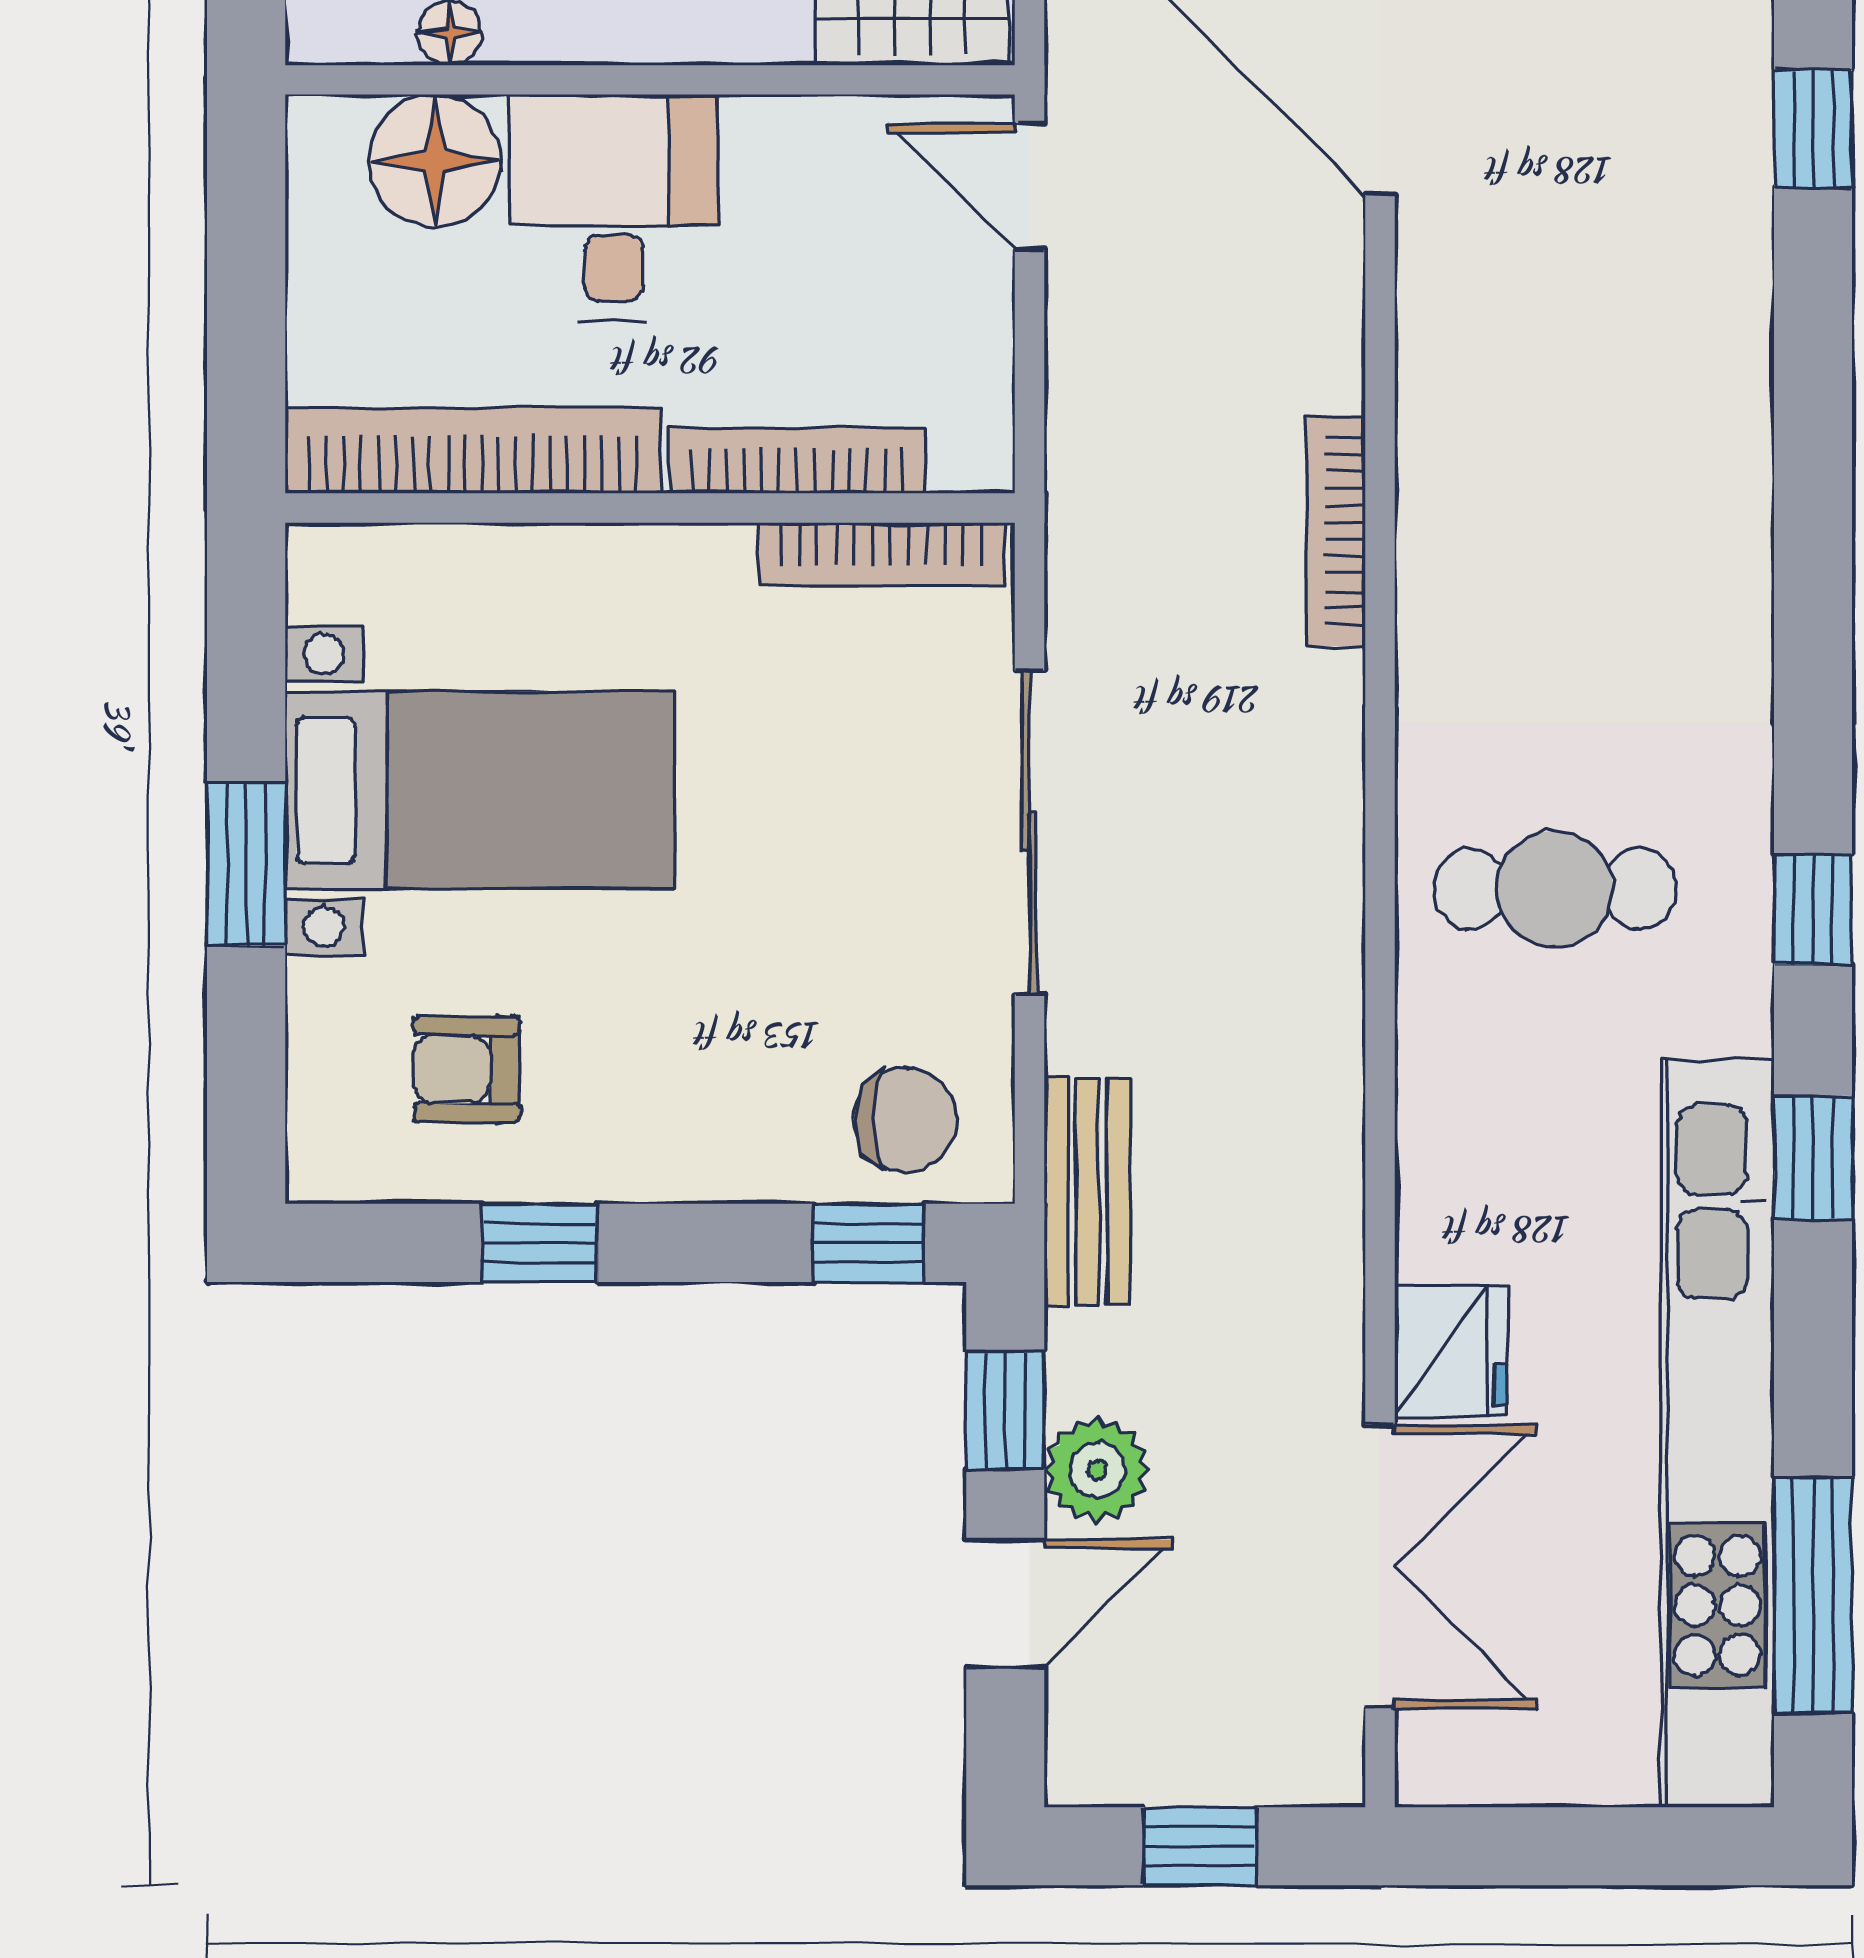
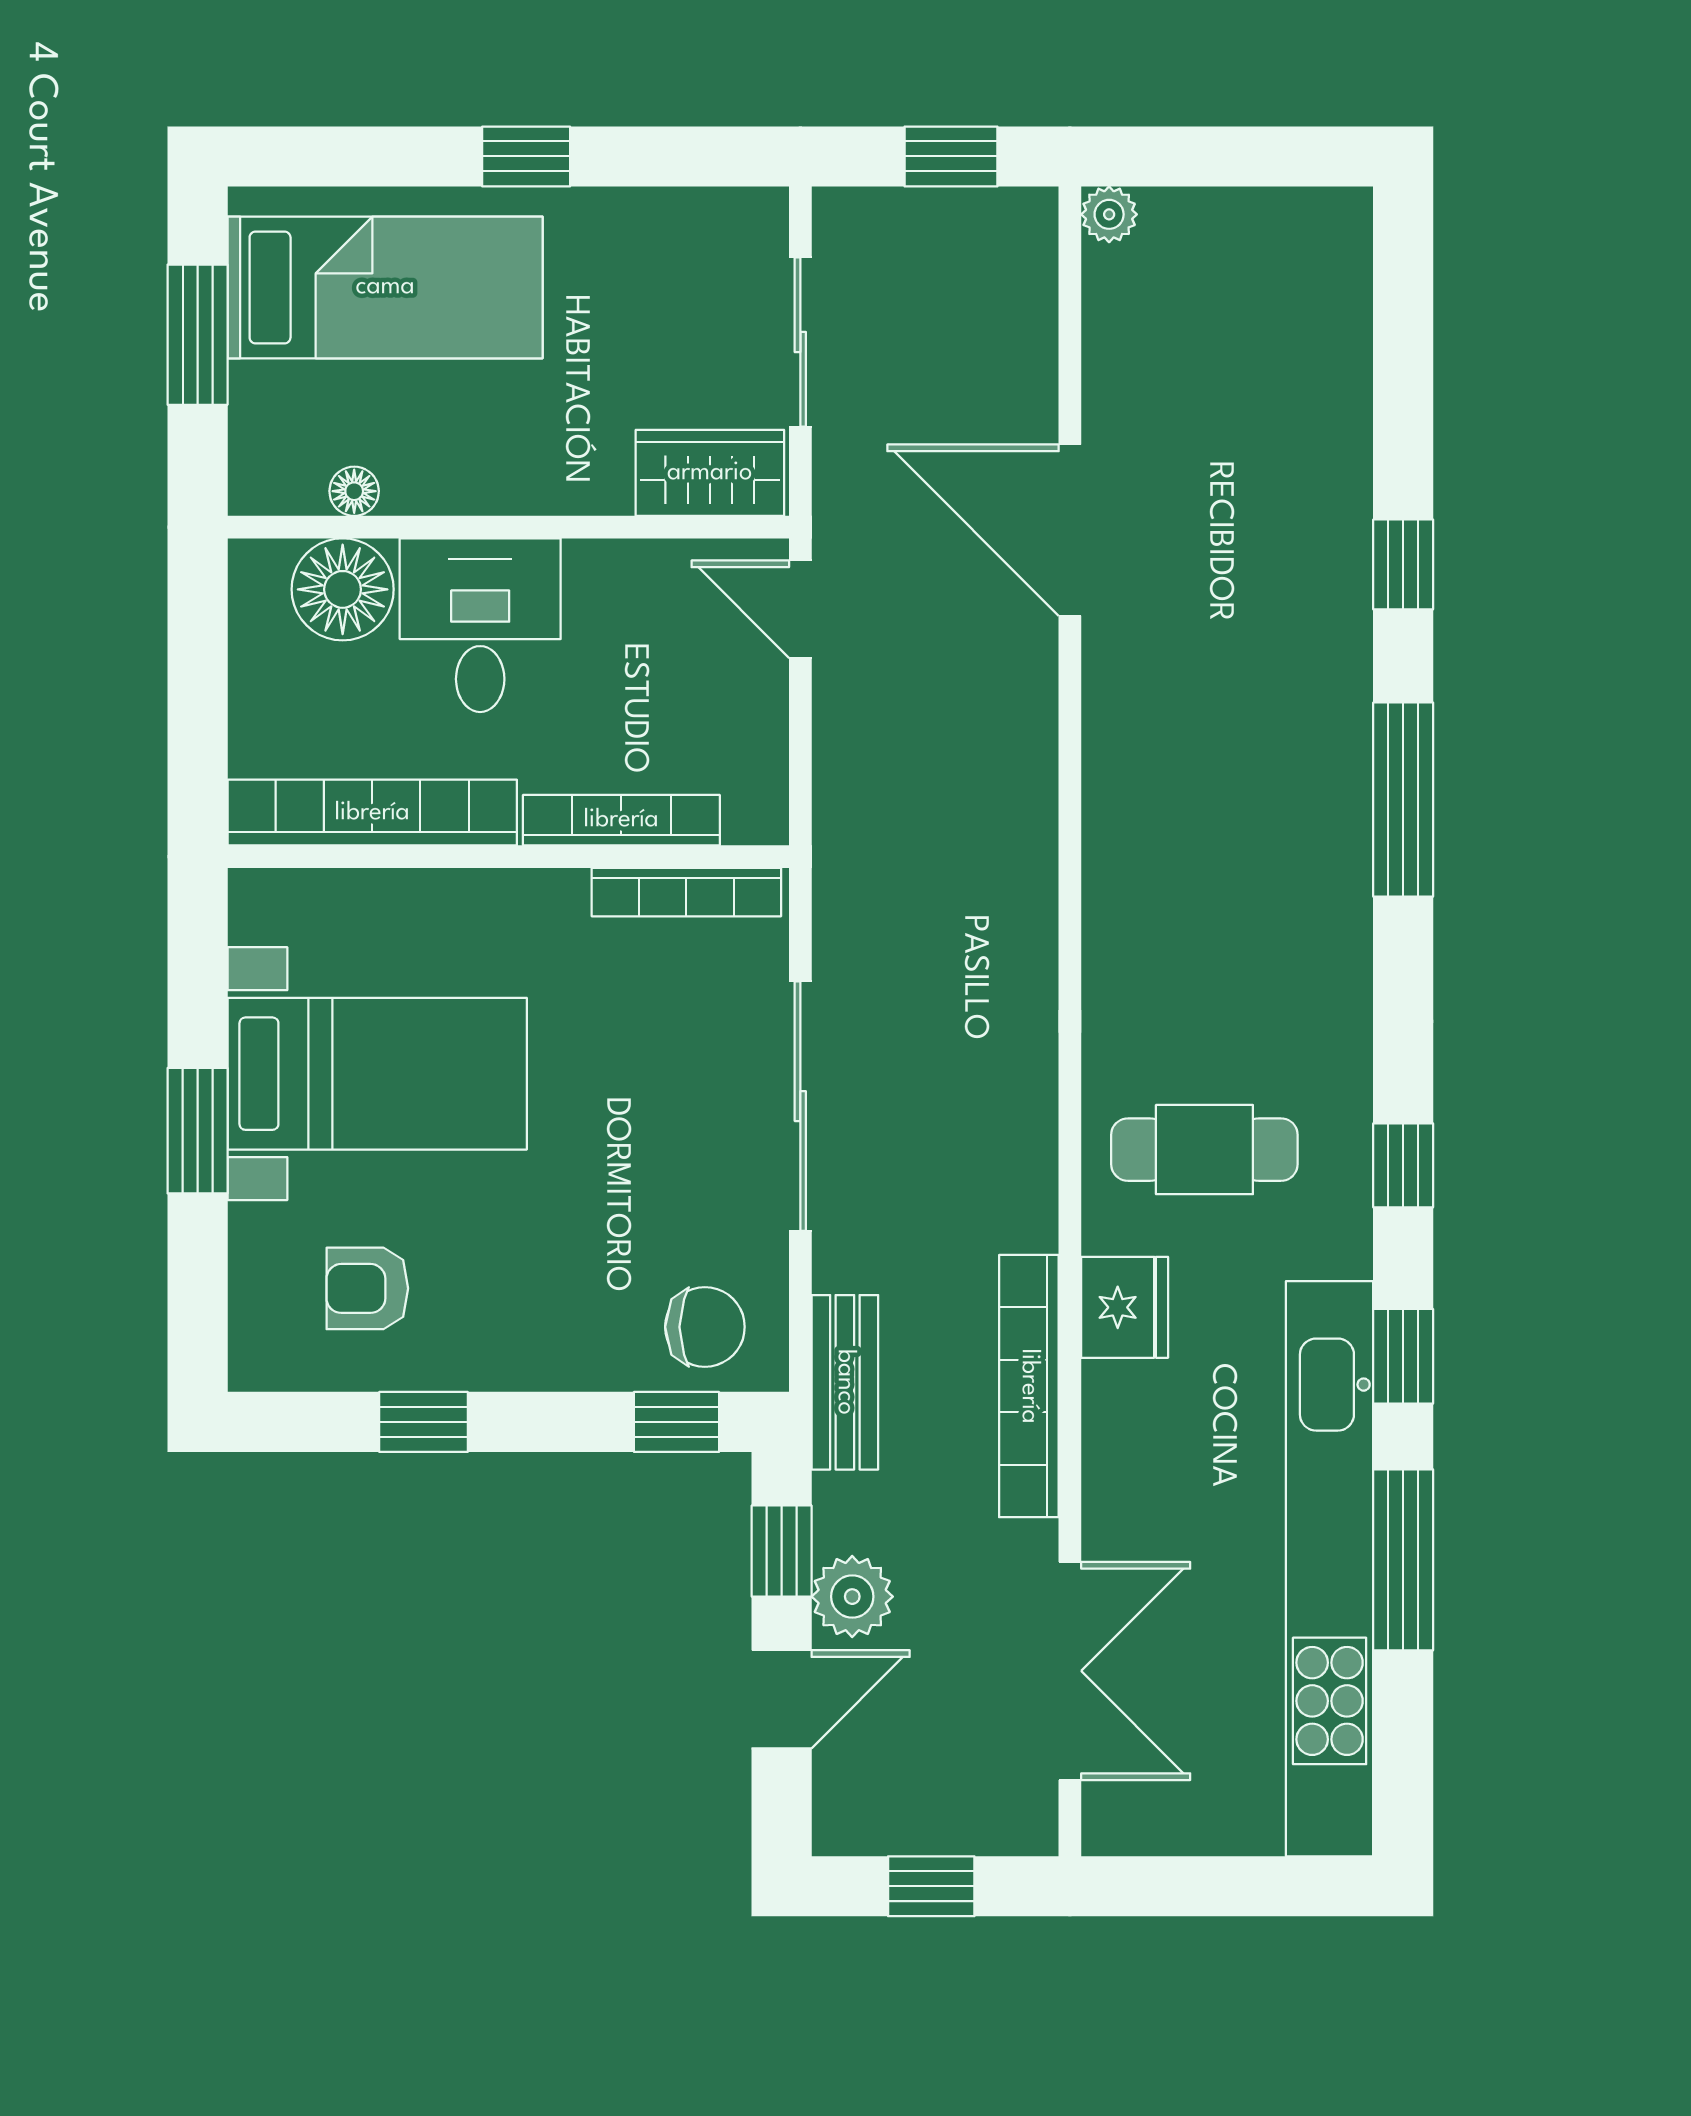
window: (1813, 434) -> (1403, 800), added
bookcase: (1336, 531) -> (1029, 1386), moved, width x1.48, depth x1.31
fridge: (1451, 1351) -> (1125, 1307), moved
window: (1813, 1595) -> (1403, 1560), moved

